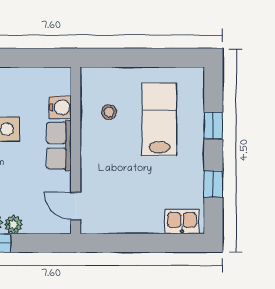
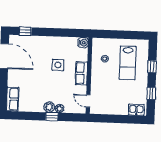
water cooler: (60, 107) -> (83, 43), moved
lab bench: (159, 119) -> (128, 63), turned 180

